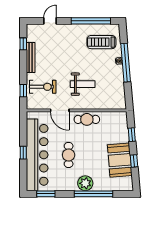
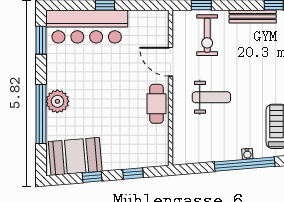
weight bench: (83, 84) -> (211, 97), turned -90
door: (60, 110) -> (170, 62), hinge flipped
bar counter: (37, 155) -> (87, 27), width x0.73
cafe table: (69, 155) -> (101, 75), removed
booth: (120, 160) -> (75, 156), moved

